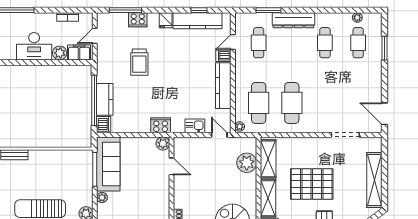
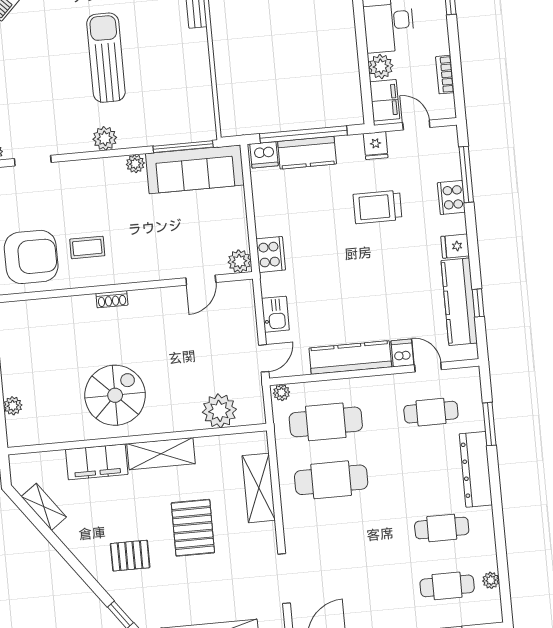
fridge: (104, 60) -> (376, 145), added
shelving: (268, 159) -> (259, 488), moved, turned 90
pallet: (312, 184) -> (193, 528), width x0.73, depth x0.71

